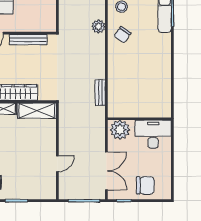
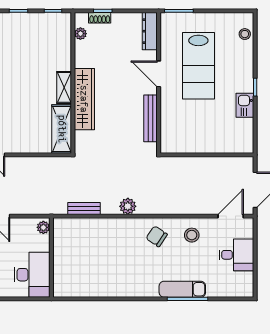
plant: (98, 26) -> (128, 206), moved
plant: (120, 130) -> (43, 227), width x0.53, depth x0.53

